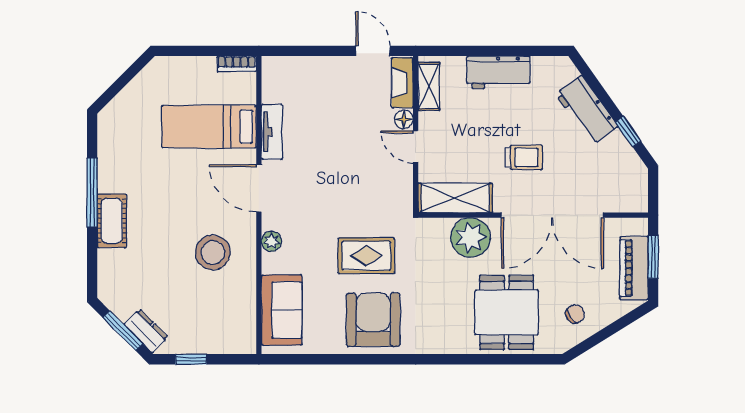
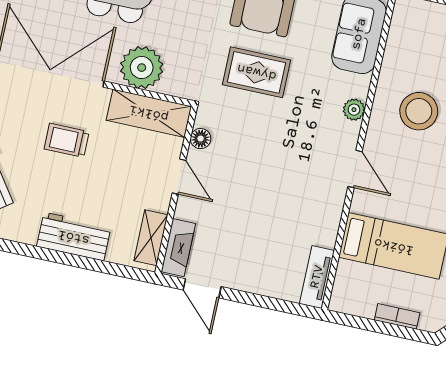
bookcase: (237, 64) -> (397, 316), moved
floor lamp: (404, 119) -> (201, 139), moved
tv unit: (272, 132) -> (317, 277), moved
door: (259, 188) -> (355, 169), width x0.73

